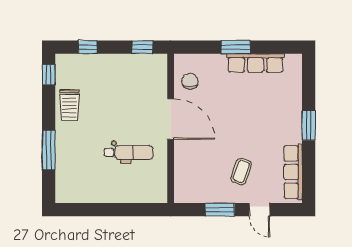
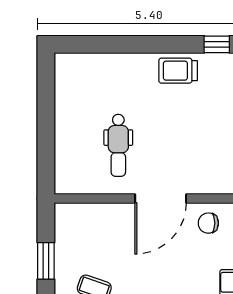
chair: (190, 81) -> (208, 223), turned 180
window: (49, 150) -> (121, 44), removed

